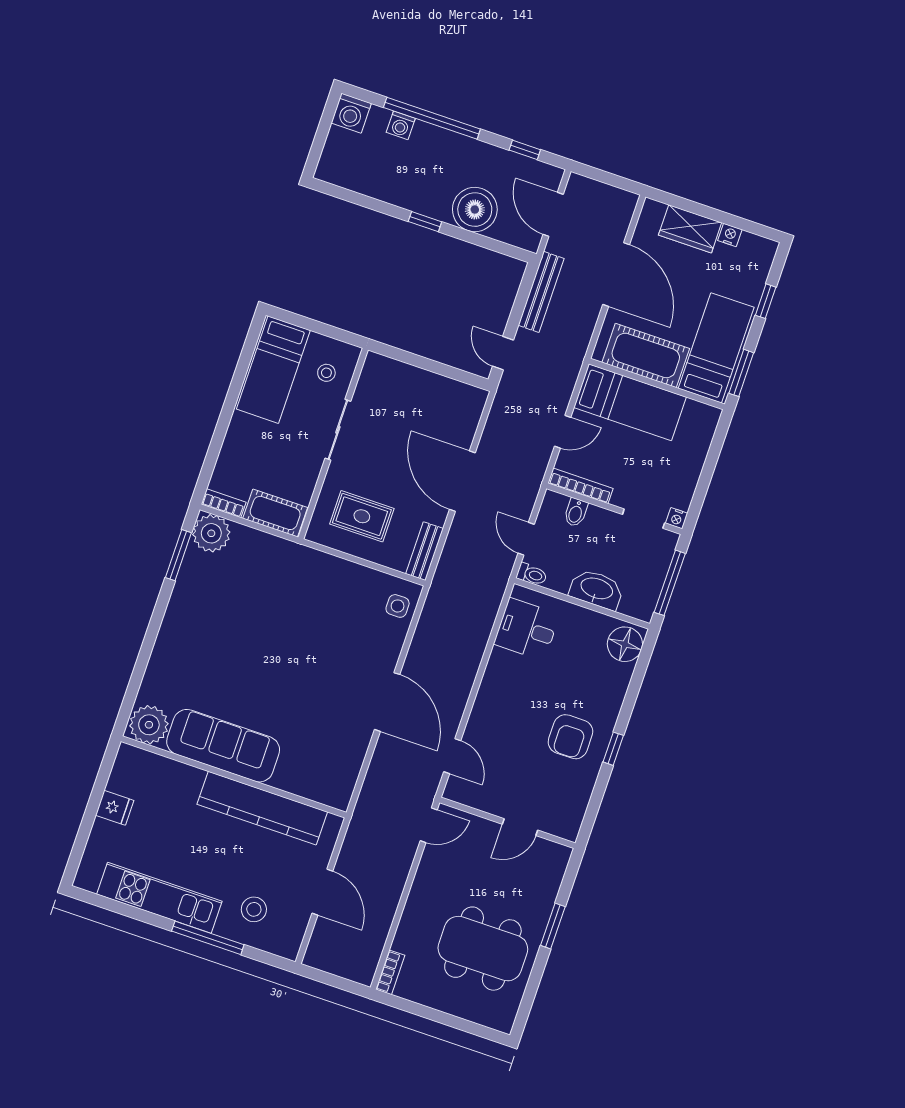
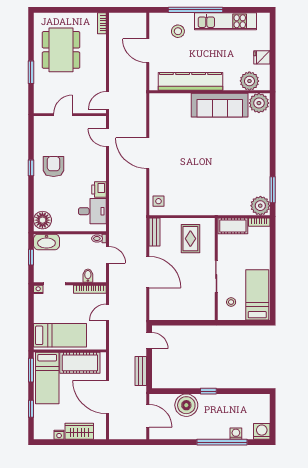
window: (525, 150) -> (172, 442), removed
bench: (541, 292) -> (141, 371), width x0.73
bed: (630, 402) -> (60, 335), moved, turned 180
rug: (362, 516) -> (190, 239), turned 90
window: (670, 583) -> (31, 257), width x0.46
washbasin: (596, 589) -> (46, 242), moved
printer: (501, 665) -> (99, 189), added
plant: (153, 772) -> (249, 81), added
window: (208, 938) -> (195, 10), width x1.46
dining table: (483, 949) -> (61, 50), turned 90

